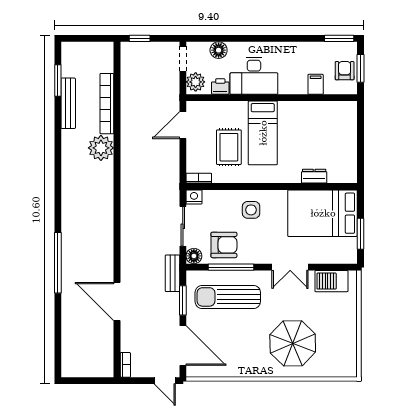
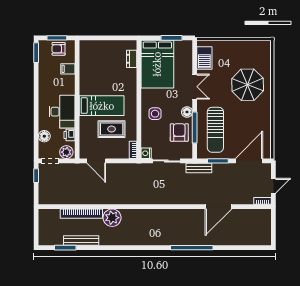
window: (140, 38) -> (36, 176), moved
dresser: (314, 176) -> (132, 59), moved
floor lamp: (194, 256) -> (187, 112), moved
door: (165, 381) -> (273, 186), moved

